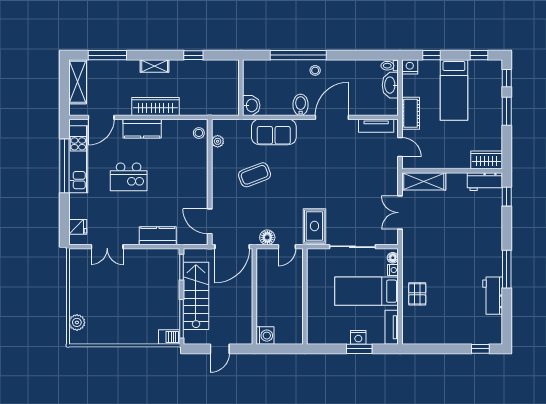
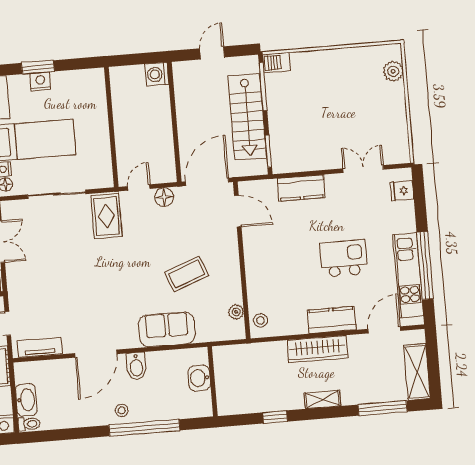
washbasin: (251, 105) -> (199, 378), moved

